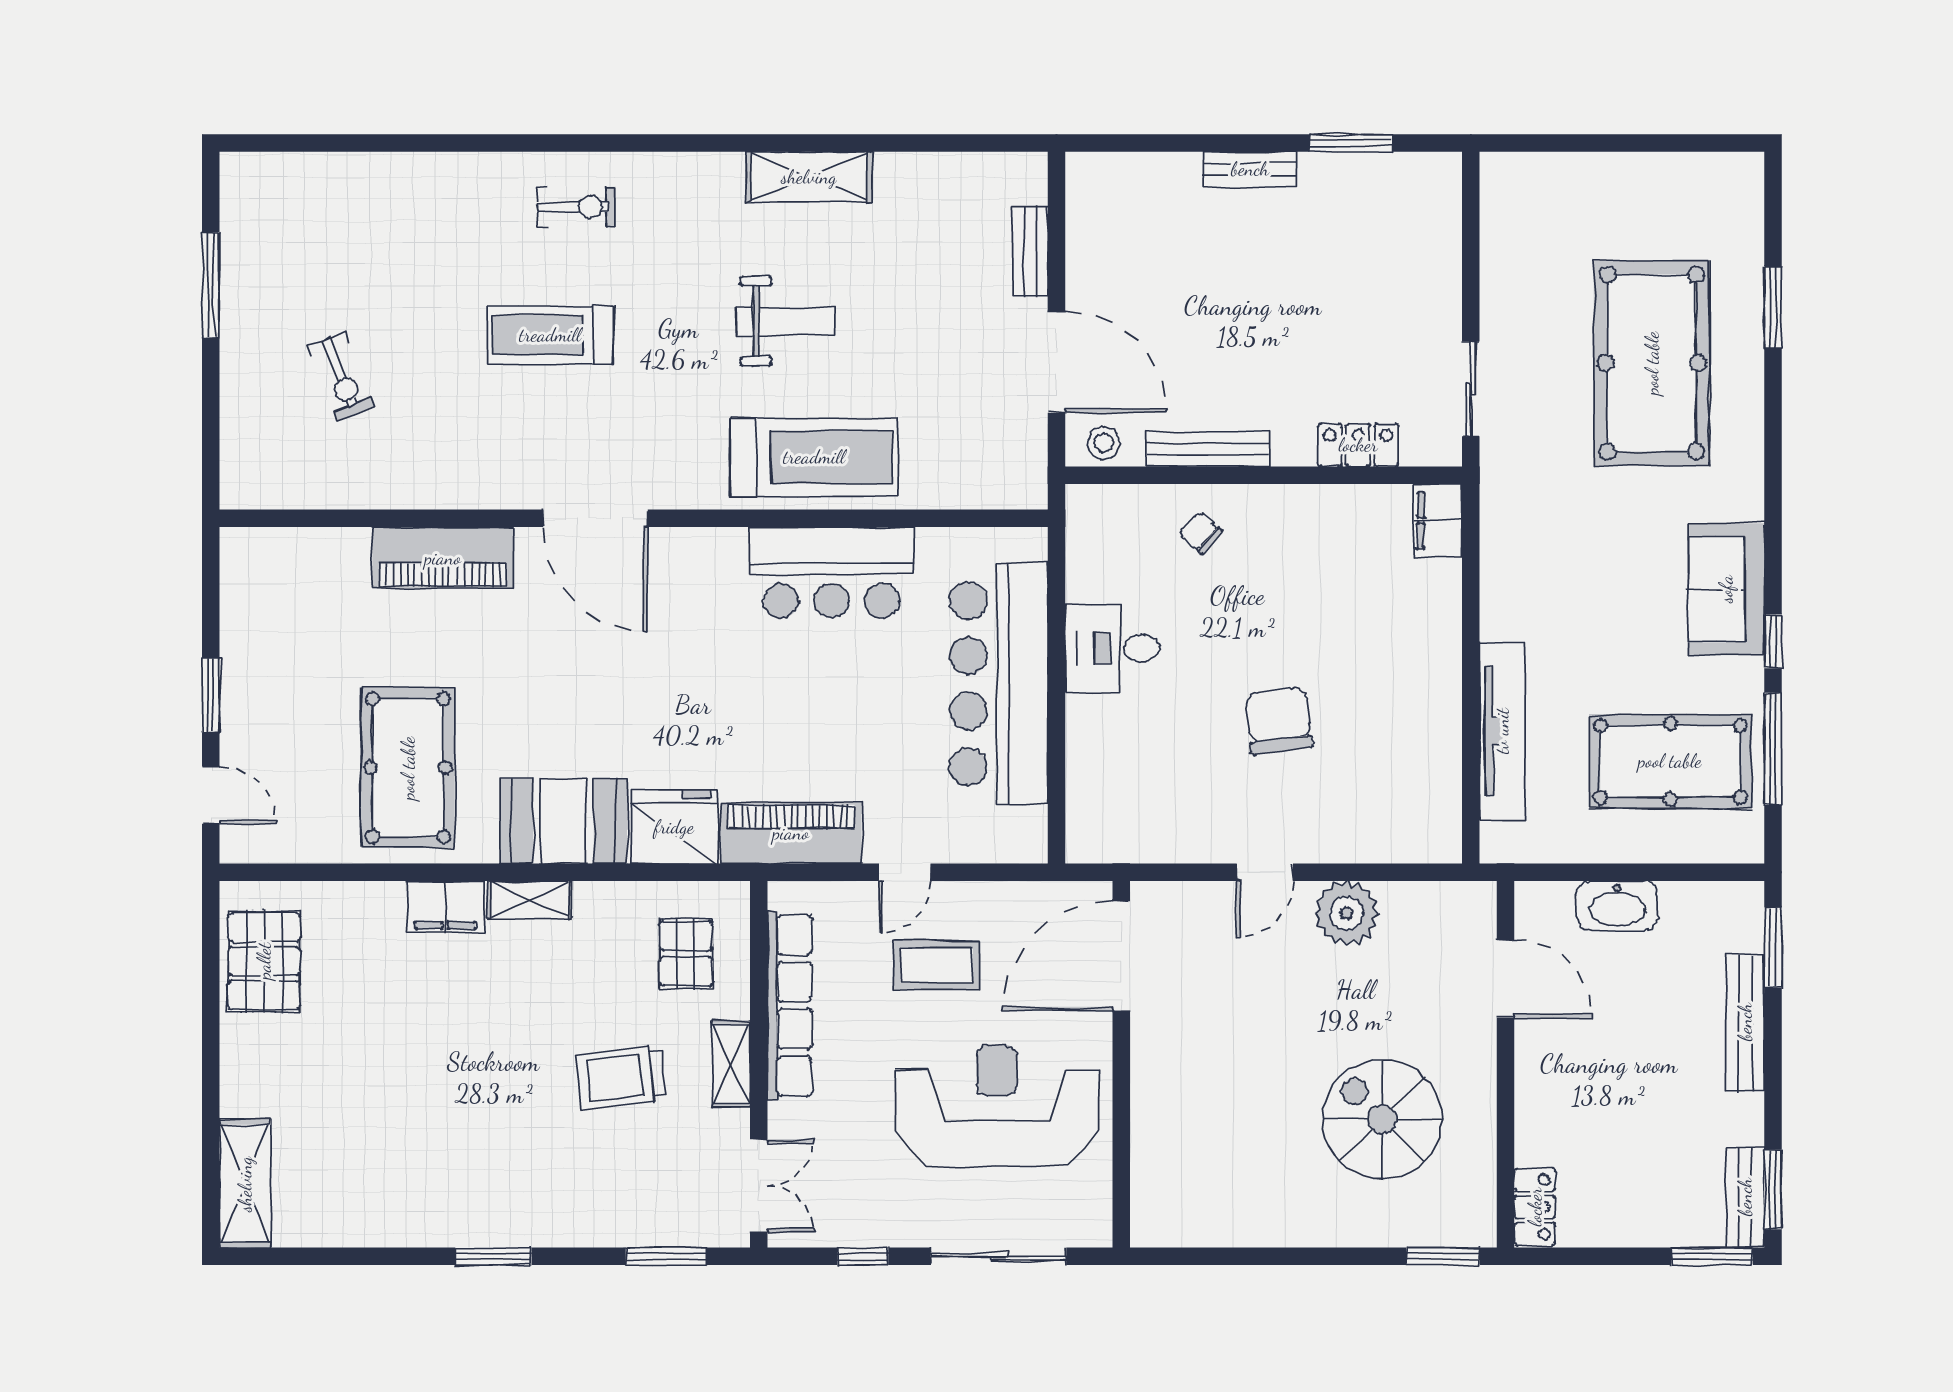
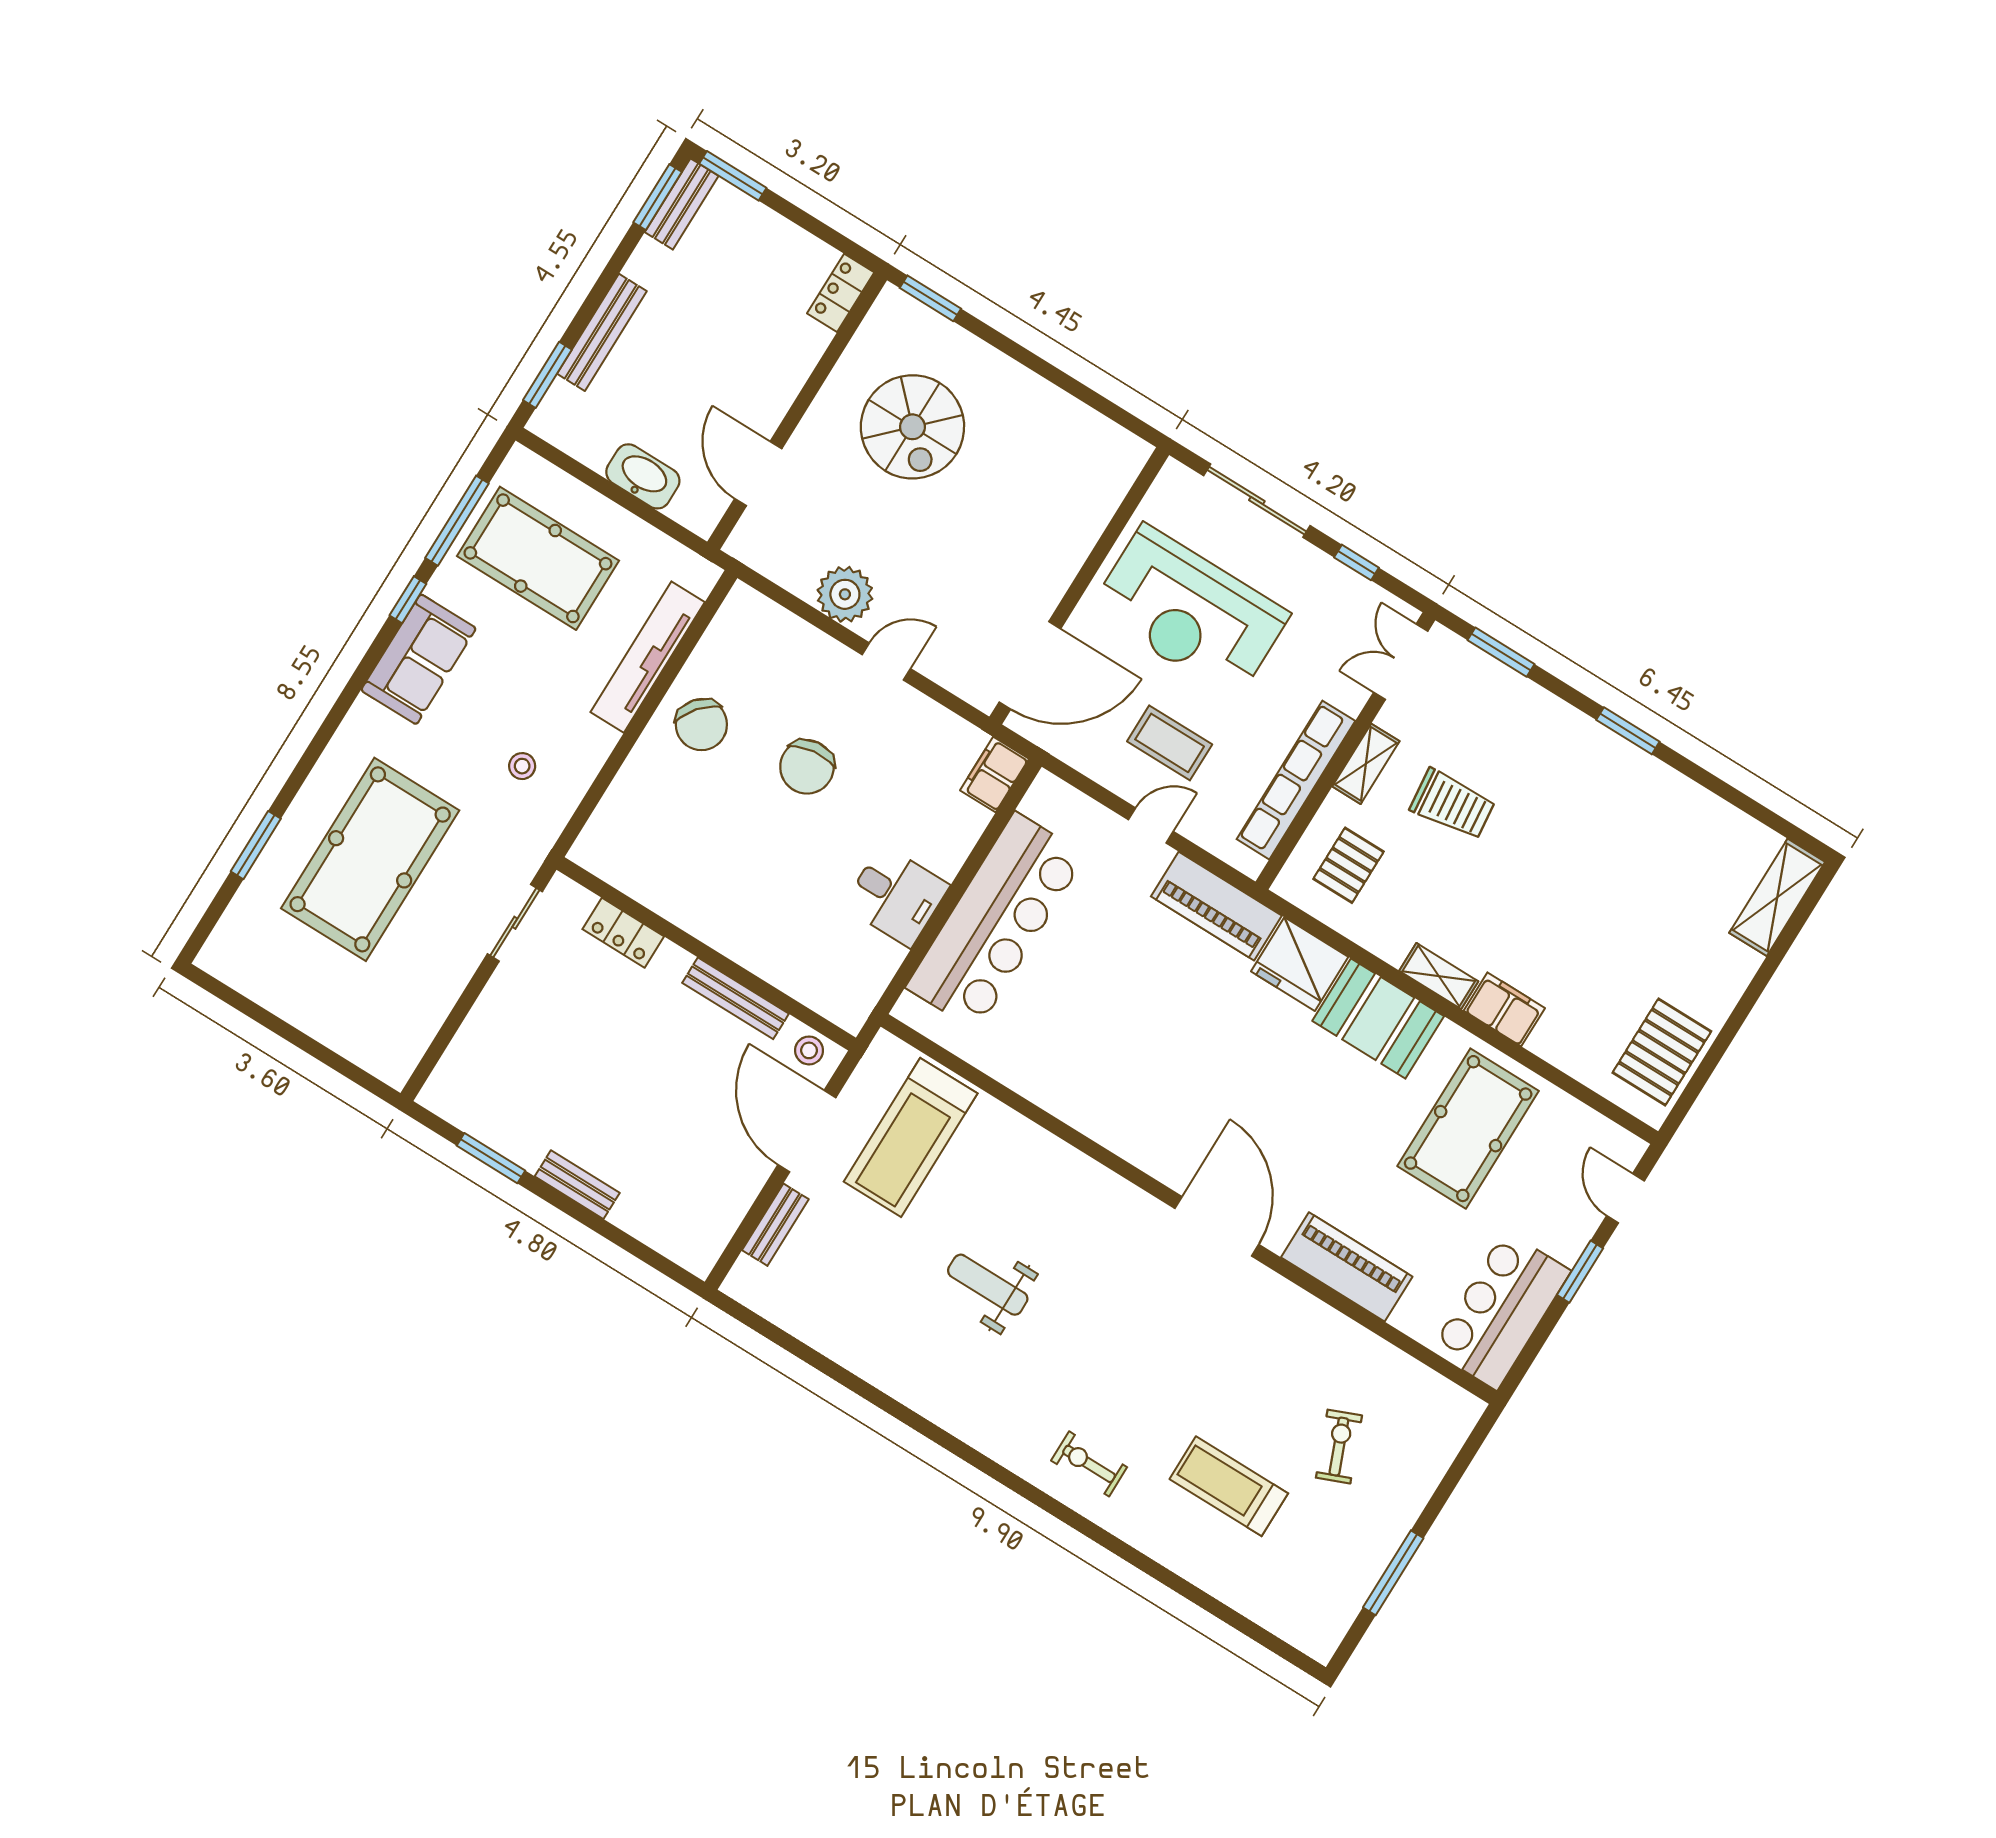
shelving: (809, 177) -> (904, 1380), removed
treadmill: (550, 335) -> (1229, 1486), moved, turned 180
treadmill: (814, 457) -> (911, 1137), moved, turned -90
filing cabinet: (1438, 520) -> (994, 775), moved, turned 180
chair: (1201, 533) -> (701, 725), moved, width x1.87, depth x1.87
stool: (1559, 547) -> (522, 766), added
bar counter: (832, 573) -> (1501, 1310), moved, turned -90

